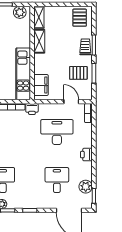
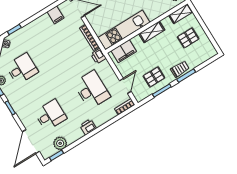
pallet: (80, 18) -> (188, 38), moved
shelving: (39, 41) -> (152, 32), moved
pallet: (78, 73) -> (154, 77), turned 90

